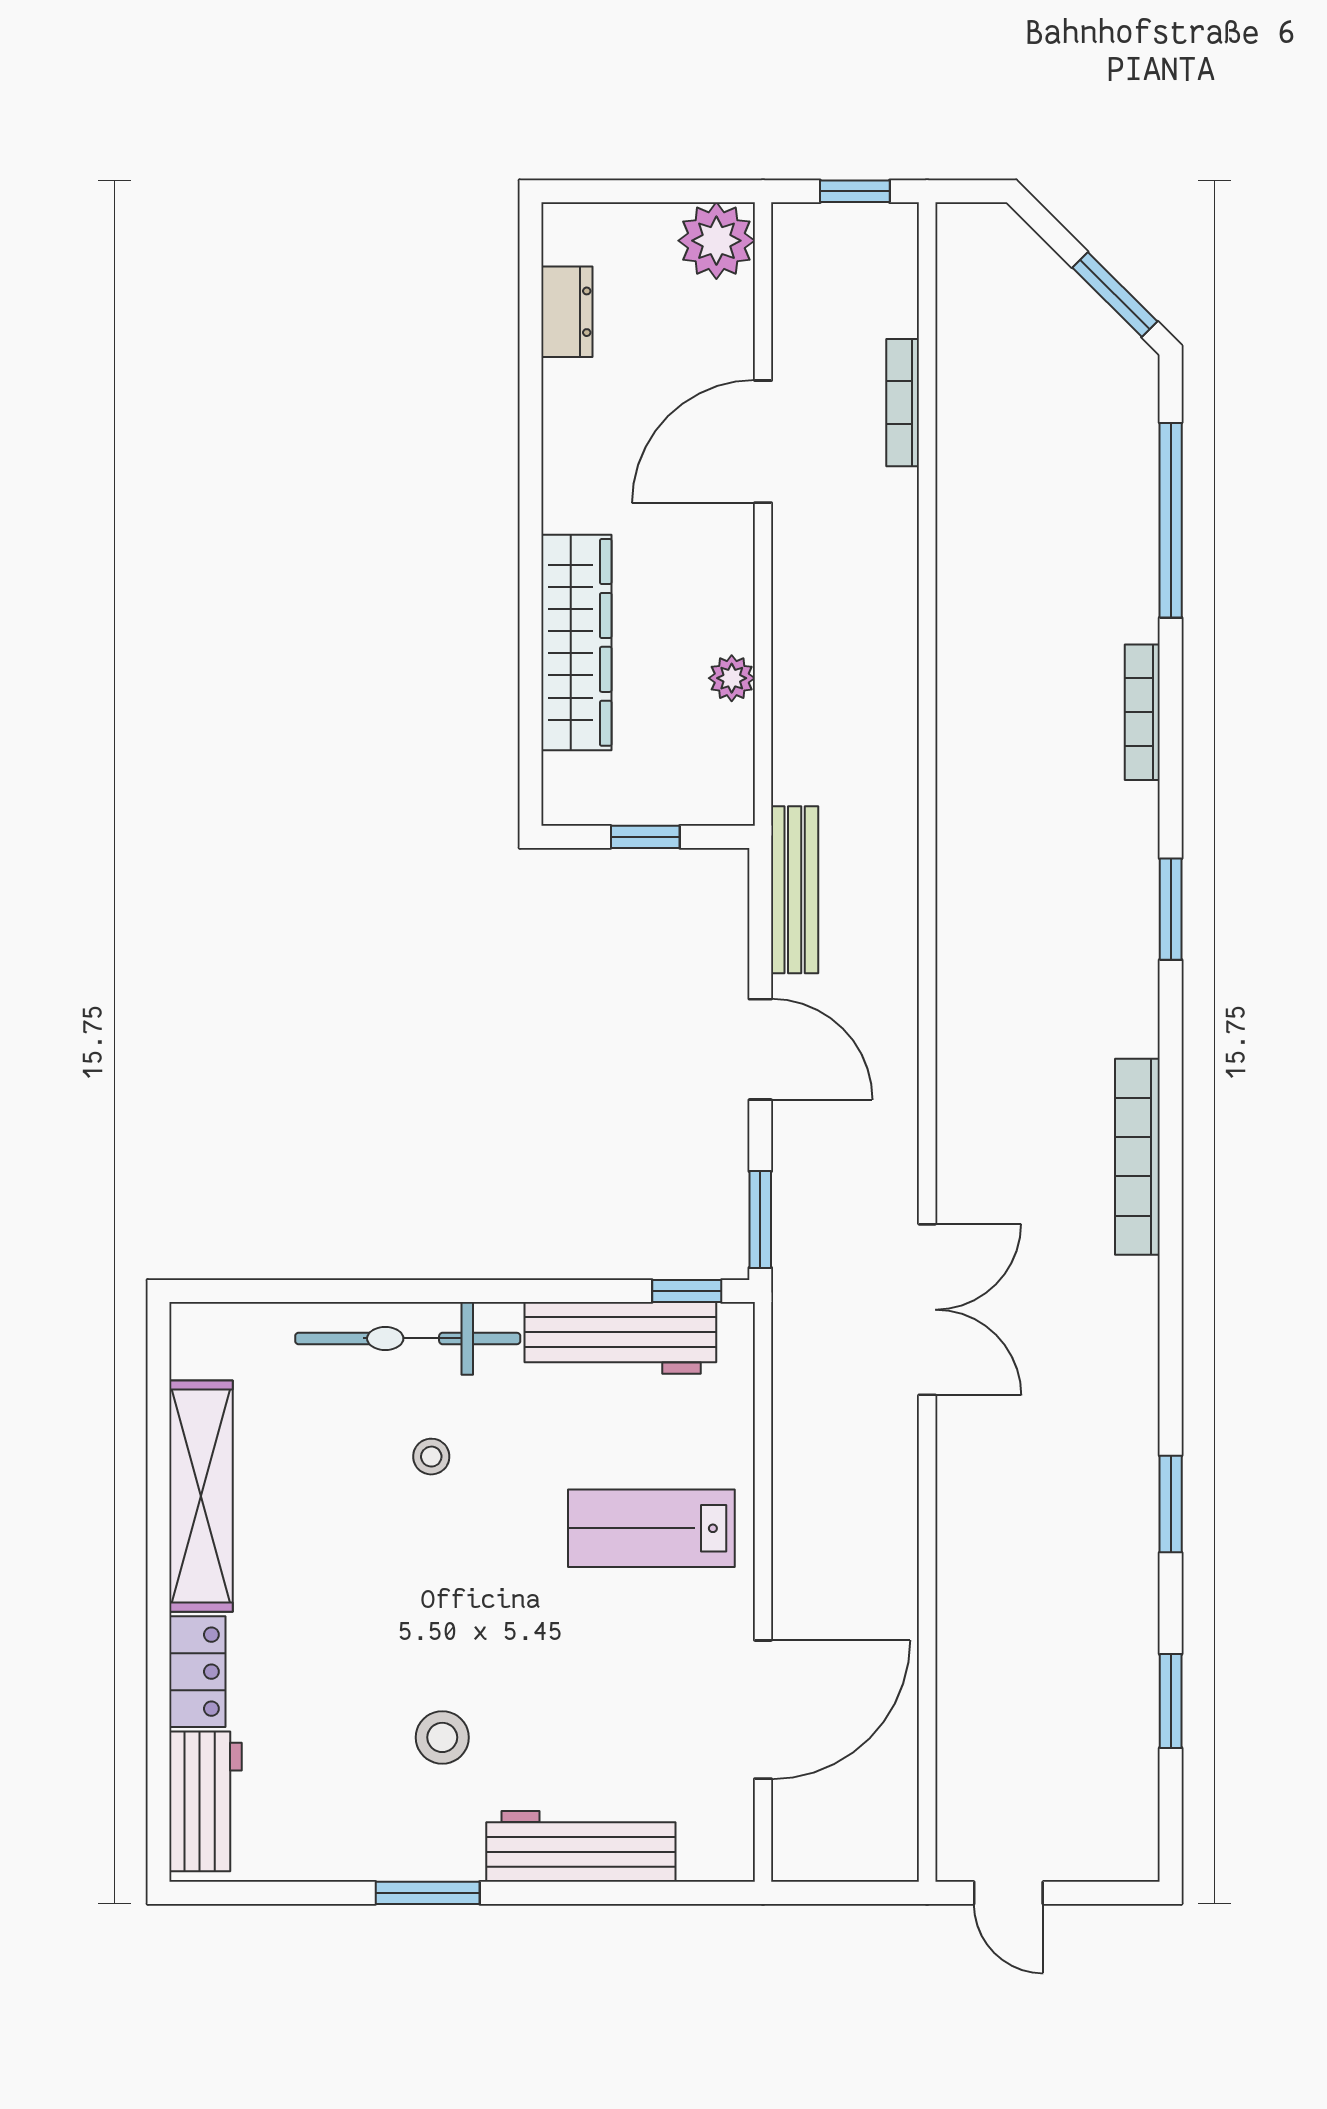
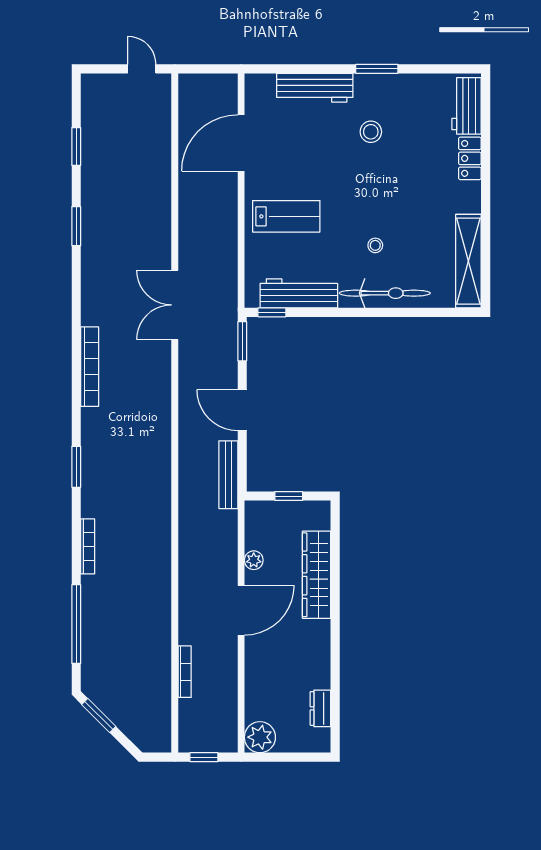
door: (763, 442) -> (241, 610), moved
shelving: (201, 1496) -> (468, 261), moved

